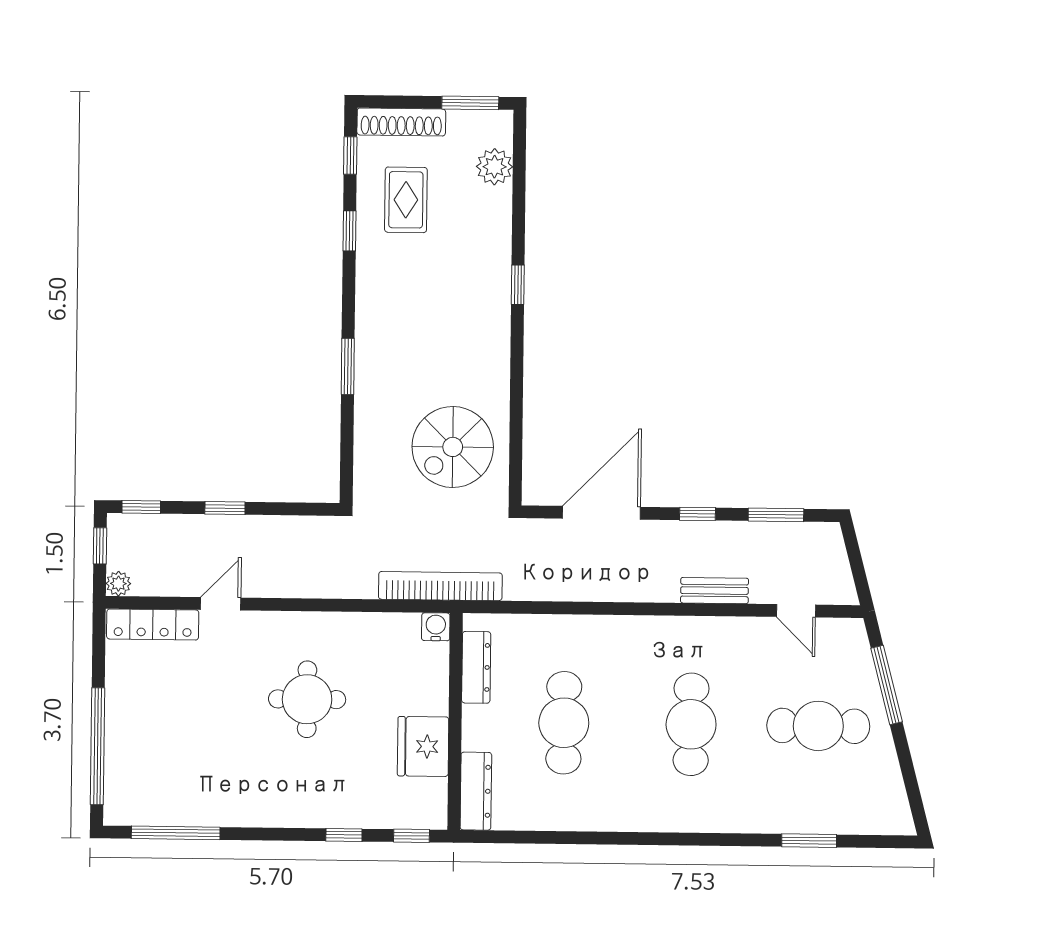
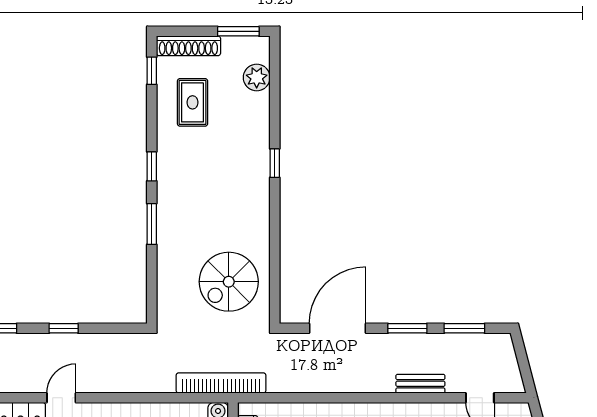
window: (349, 231) -> (152, 166), moved
window: (697, 514) -> (407, 328), width x1.50

